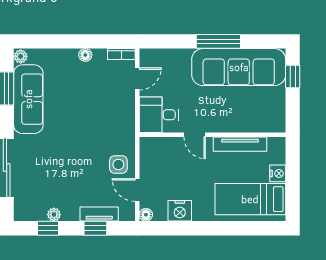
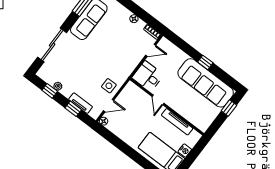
window: (218, 41) -> (205, 62), width x0.46
door: (137, 190) -> (109, 106), swing flipped
nightstand: (180, 211) -> (122, 132), removed

